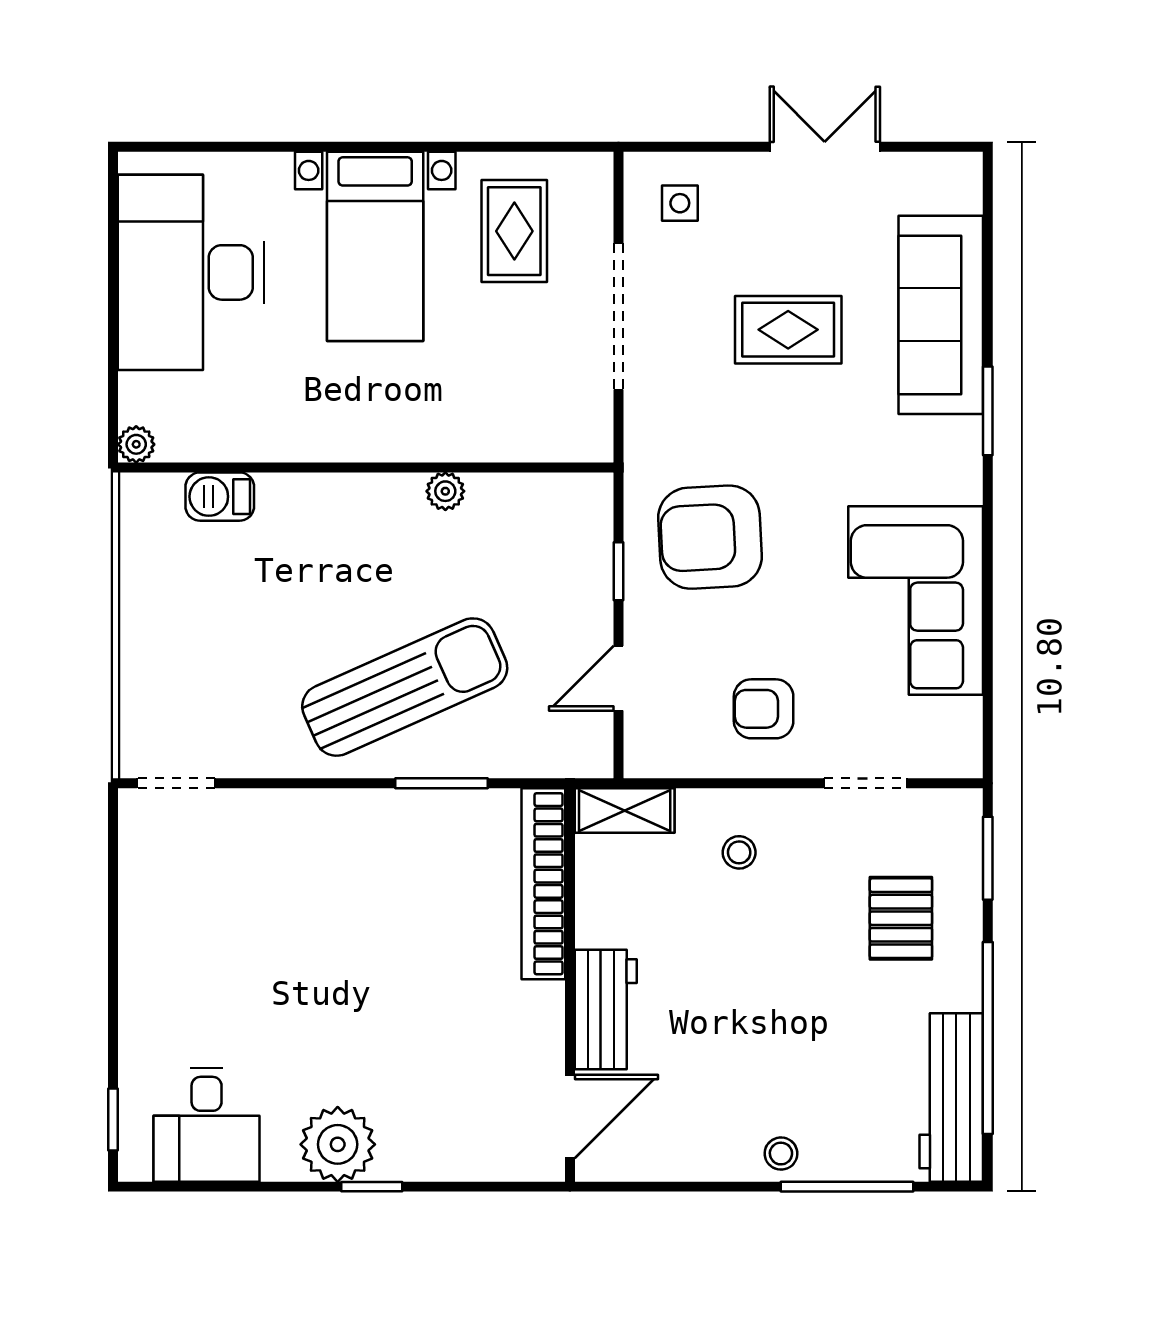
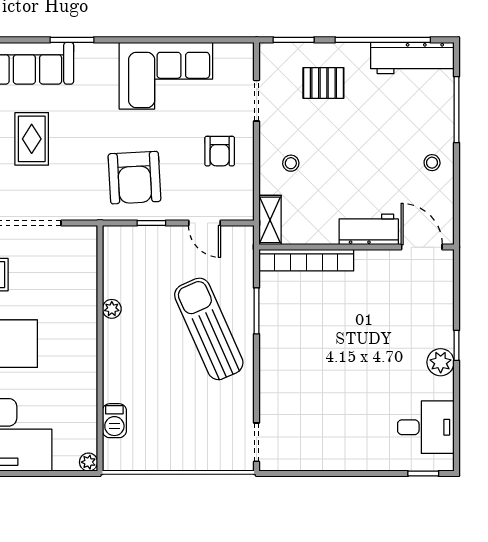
plant: (338, 1144) -> (441, 362), width x0.73, depth x0.73
stool: (781, 1154) -> (432, 163), moved

